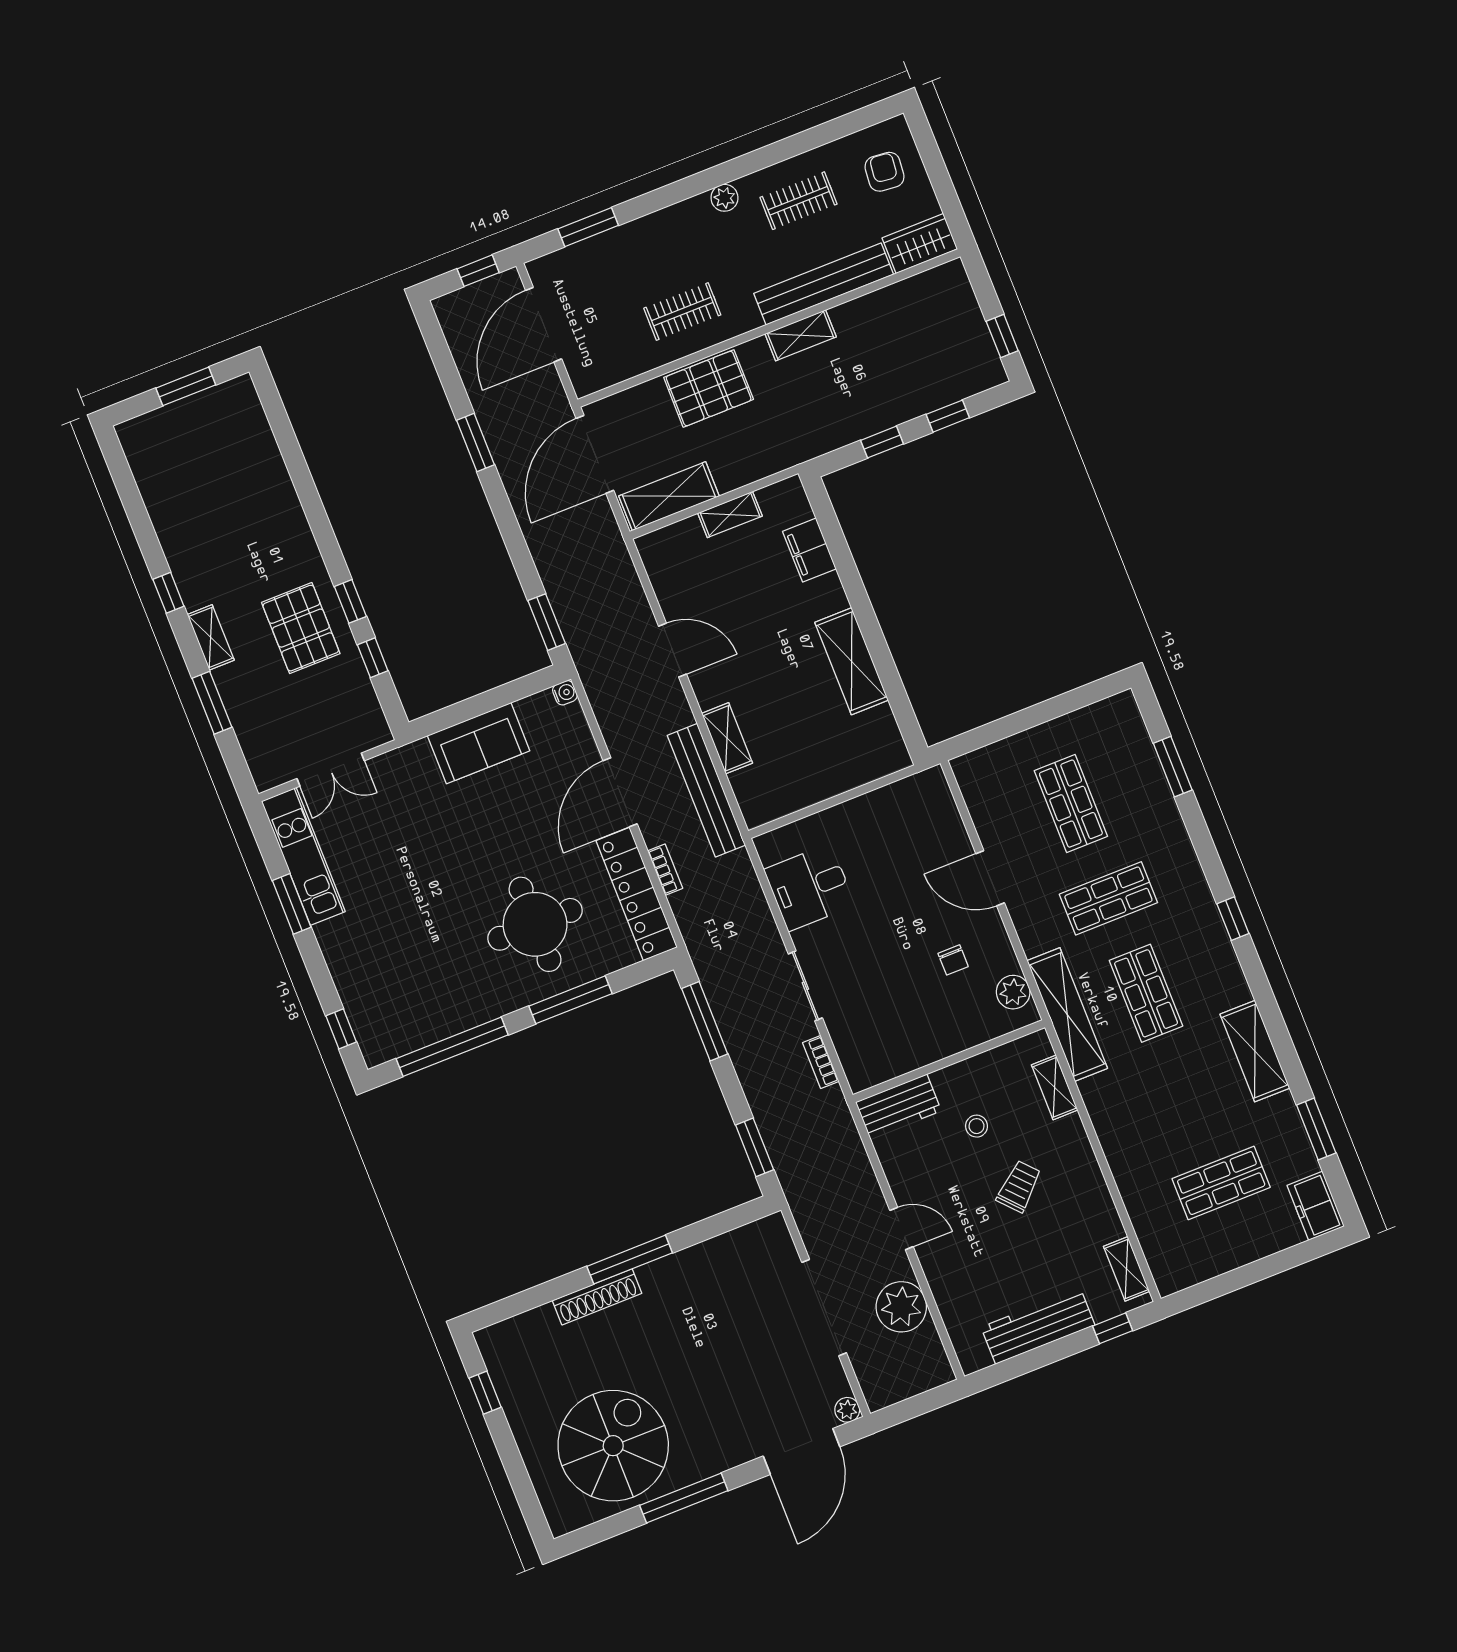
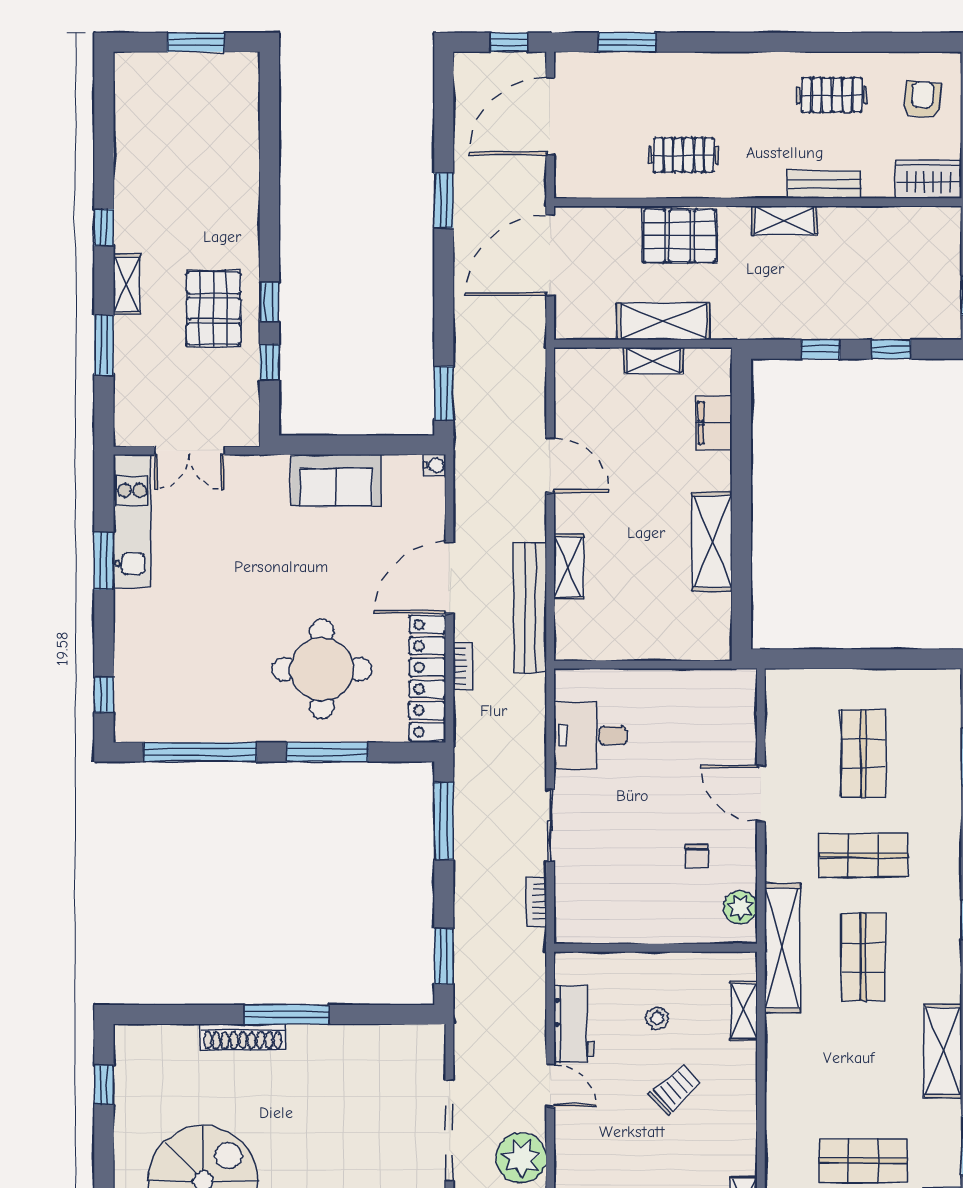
plant: (724, 198) -> (764, 65), removed
bench: (824, 284) -> (825, 184), width x0.54, depth x0.82
shelving: (669, 496) -> (663, 321), moved
workbench: (899, 1107) -> (574, 1024), moved, turned -90

